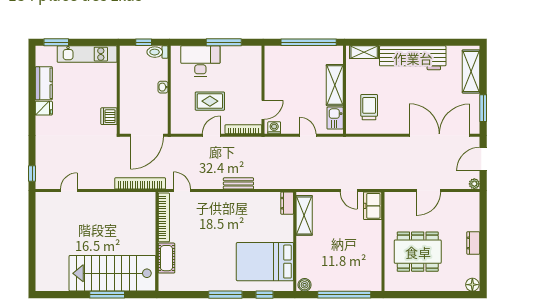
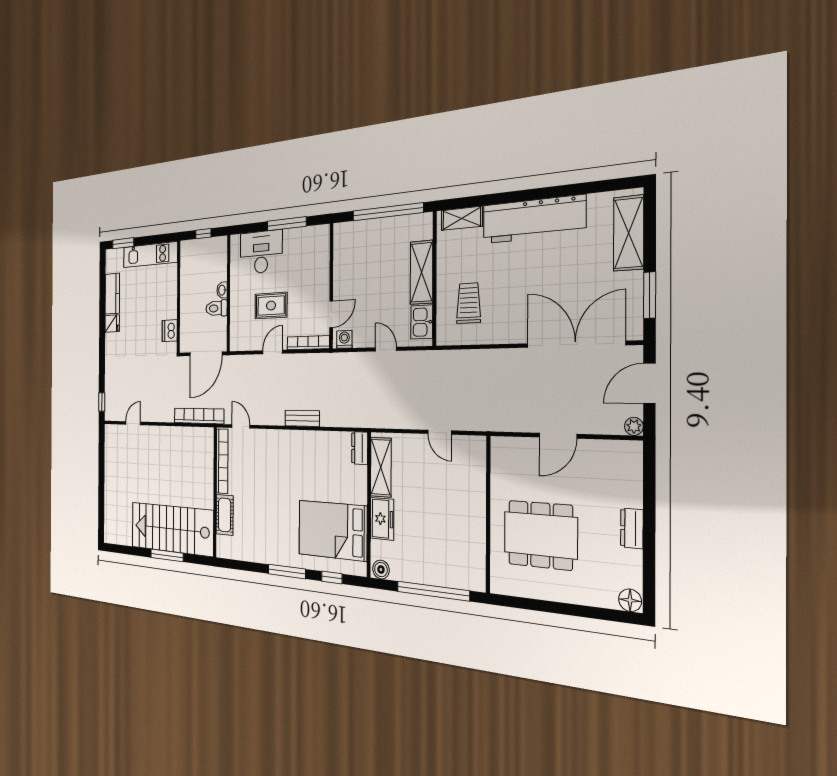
toilet: (157, 52) -> (217, 308), moved
freezer: (373, 206) -> (382, 519), moved, turned 180

